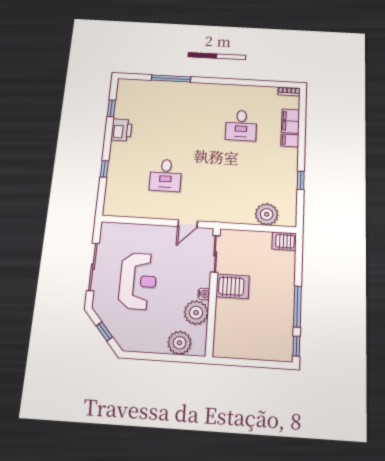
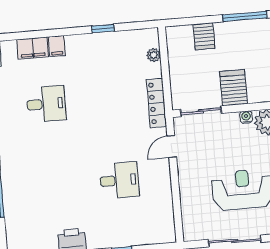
plant: (267, 214) -> (154, 55), width x0.53, depth x0.53
locker: (229, 216) -> (156, 103), added
door: (188, 224) -> (172, 147), swing flipped
server rack: (284, 241) -> (204, 36), moved

